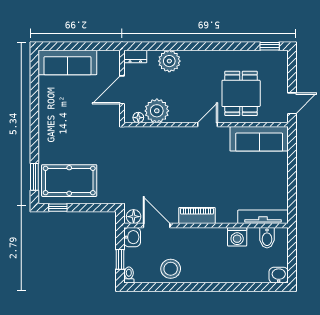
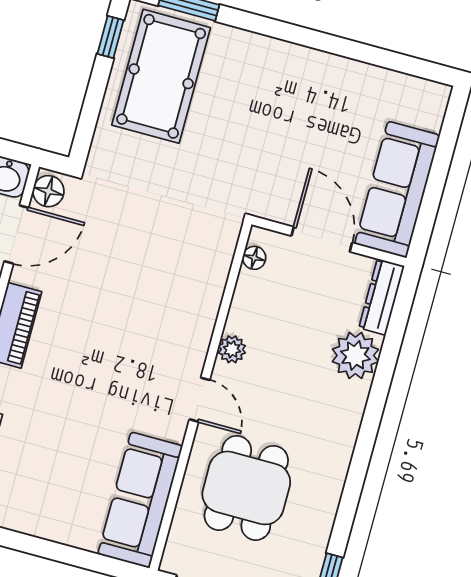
dresser: (135, 57) -> (382, 297), width x1.44
sofa: (67, 62) -> (397, 190), moved
dining table: (241, 93) -> (246, 488), turned 90
plant: (157, 111) -> (232, 349), moved, width x0.53, depth x0.53

